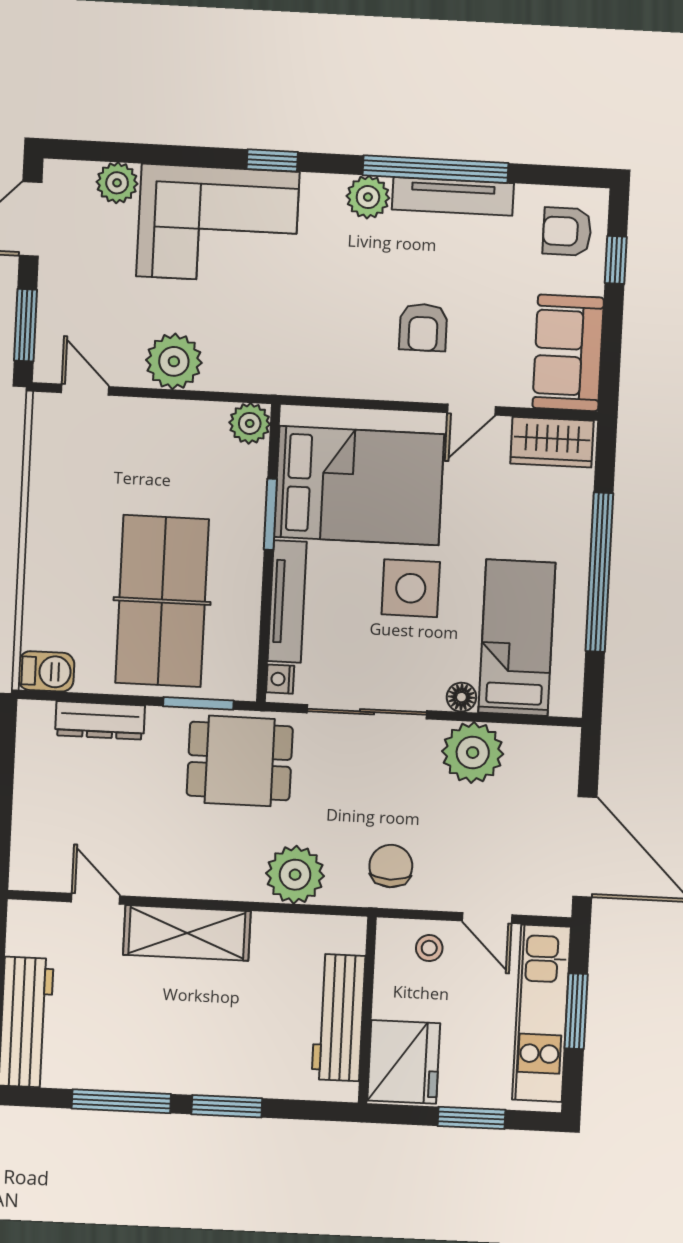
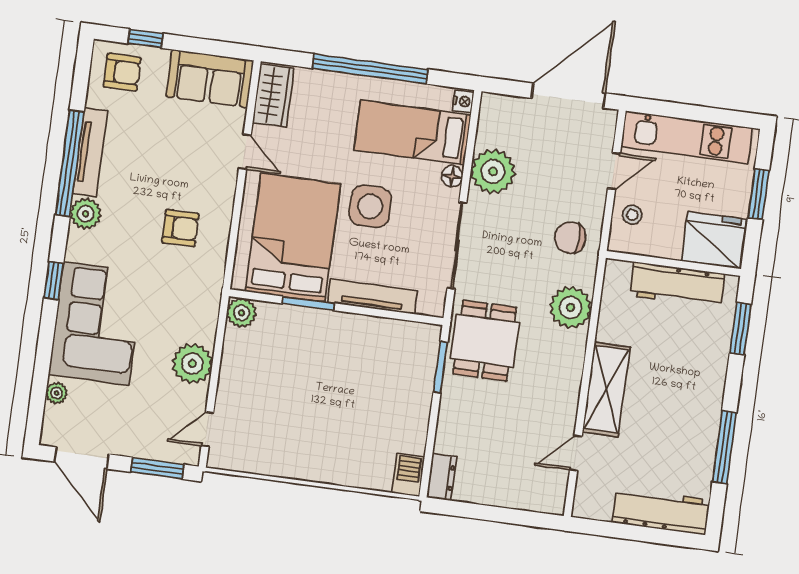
plant: (117, 183) -> (57, 393), width x0.73, depth x0.73
armchair: (567, 231) -> (122, 72), turned -90
armchair: (423, 327) -> (180, 228), moved
table tennis table: (162, 601) -> (364, 387), removed
nightstand: (280, 679) -> (463, 101), moved, turned -90
dresser: (100, 720) -> (442, 477), moved, width x0.70
window: (576, 1011) -> (687, 112), removed
window: (227, 1106) -> (740, 329), moved

